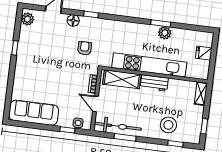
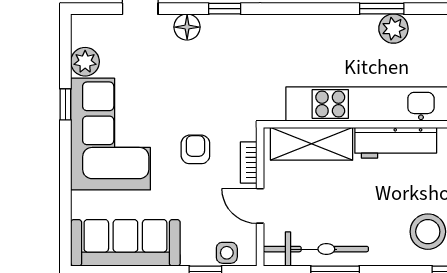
plant: (27, 19) -> (85, 62), moved
armchair: (85, 48) -> (195, 149), moved
corner sofa: (33, 64) -> (111, 134), added
workbench: (154, 83) -> (396, 143), width x1.38

